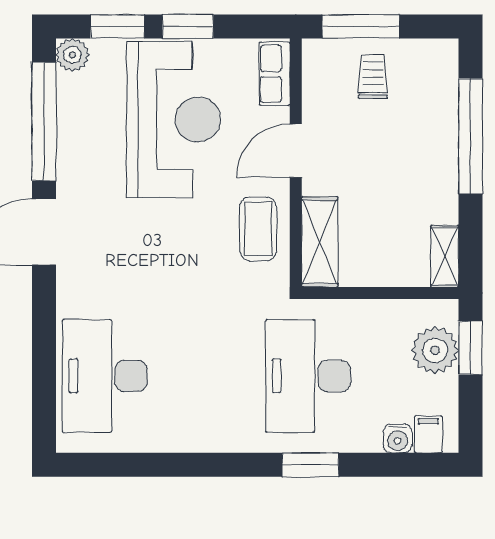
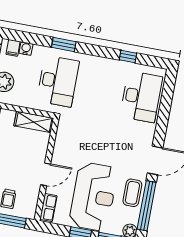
reception desk: (174, 119) -> (93, 197), turned 180
coffee table: (258, 229) -> (132, 193), moved
shelving: (320, 242) -> (34, 122), moved, turned 90
window: (153, 465) -> (128, 57), added

